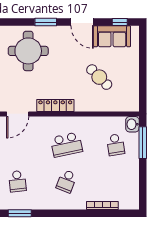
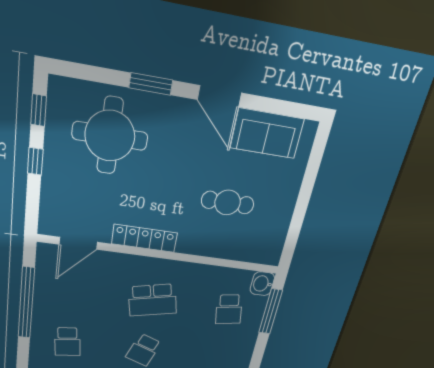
window: (120, 22) -> (287, 109), removed
cafe table: (99, 77) -> (228, 203), turned -45

